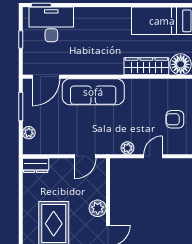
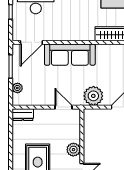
plant: (127, 148) -> (93, 96), width x1.88, depth x1.88
door: (85, 156) -> (64, 107), swing flipped

